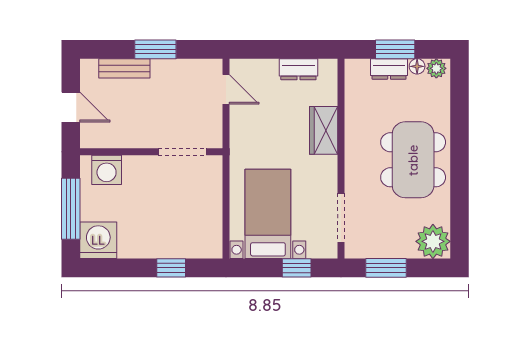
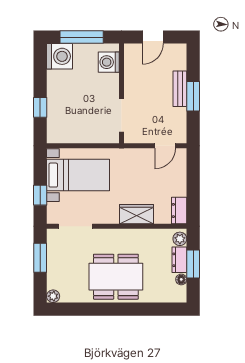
bench: (124, 68) -> (180, 89), moved
plant: (436, 68) -> (180, 239), moved
dresser: (298, 69) -> (179, 210), moved
plant: (433, 241) -> (53, 296), width x0.53, depth x0.53

